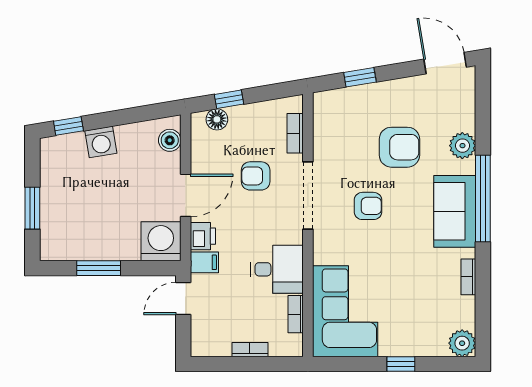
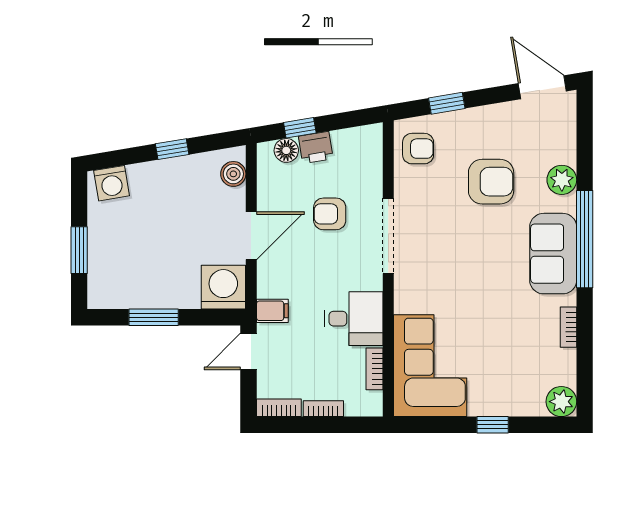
window: (68, 126) -> (172, 149), moved
bookcase: (295, 133) -> (279, 408), moved, turned 90
washing machine: (101, 142) -> (112, 183), moved
armchair: (368, 206) -> (418, 149), moved
printer: (203, 236) -> (316, 147), moved, turned 81

